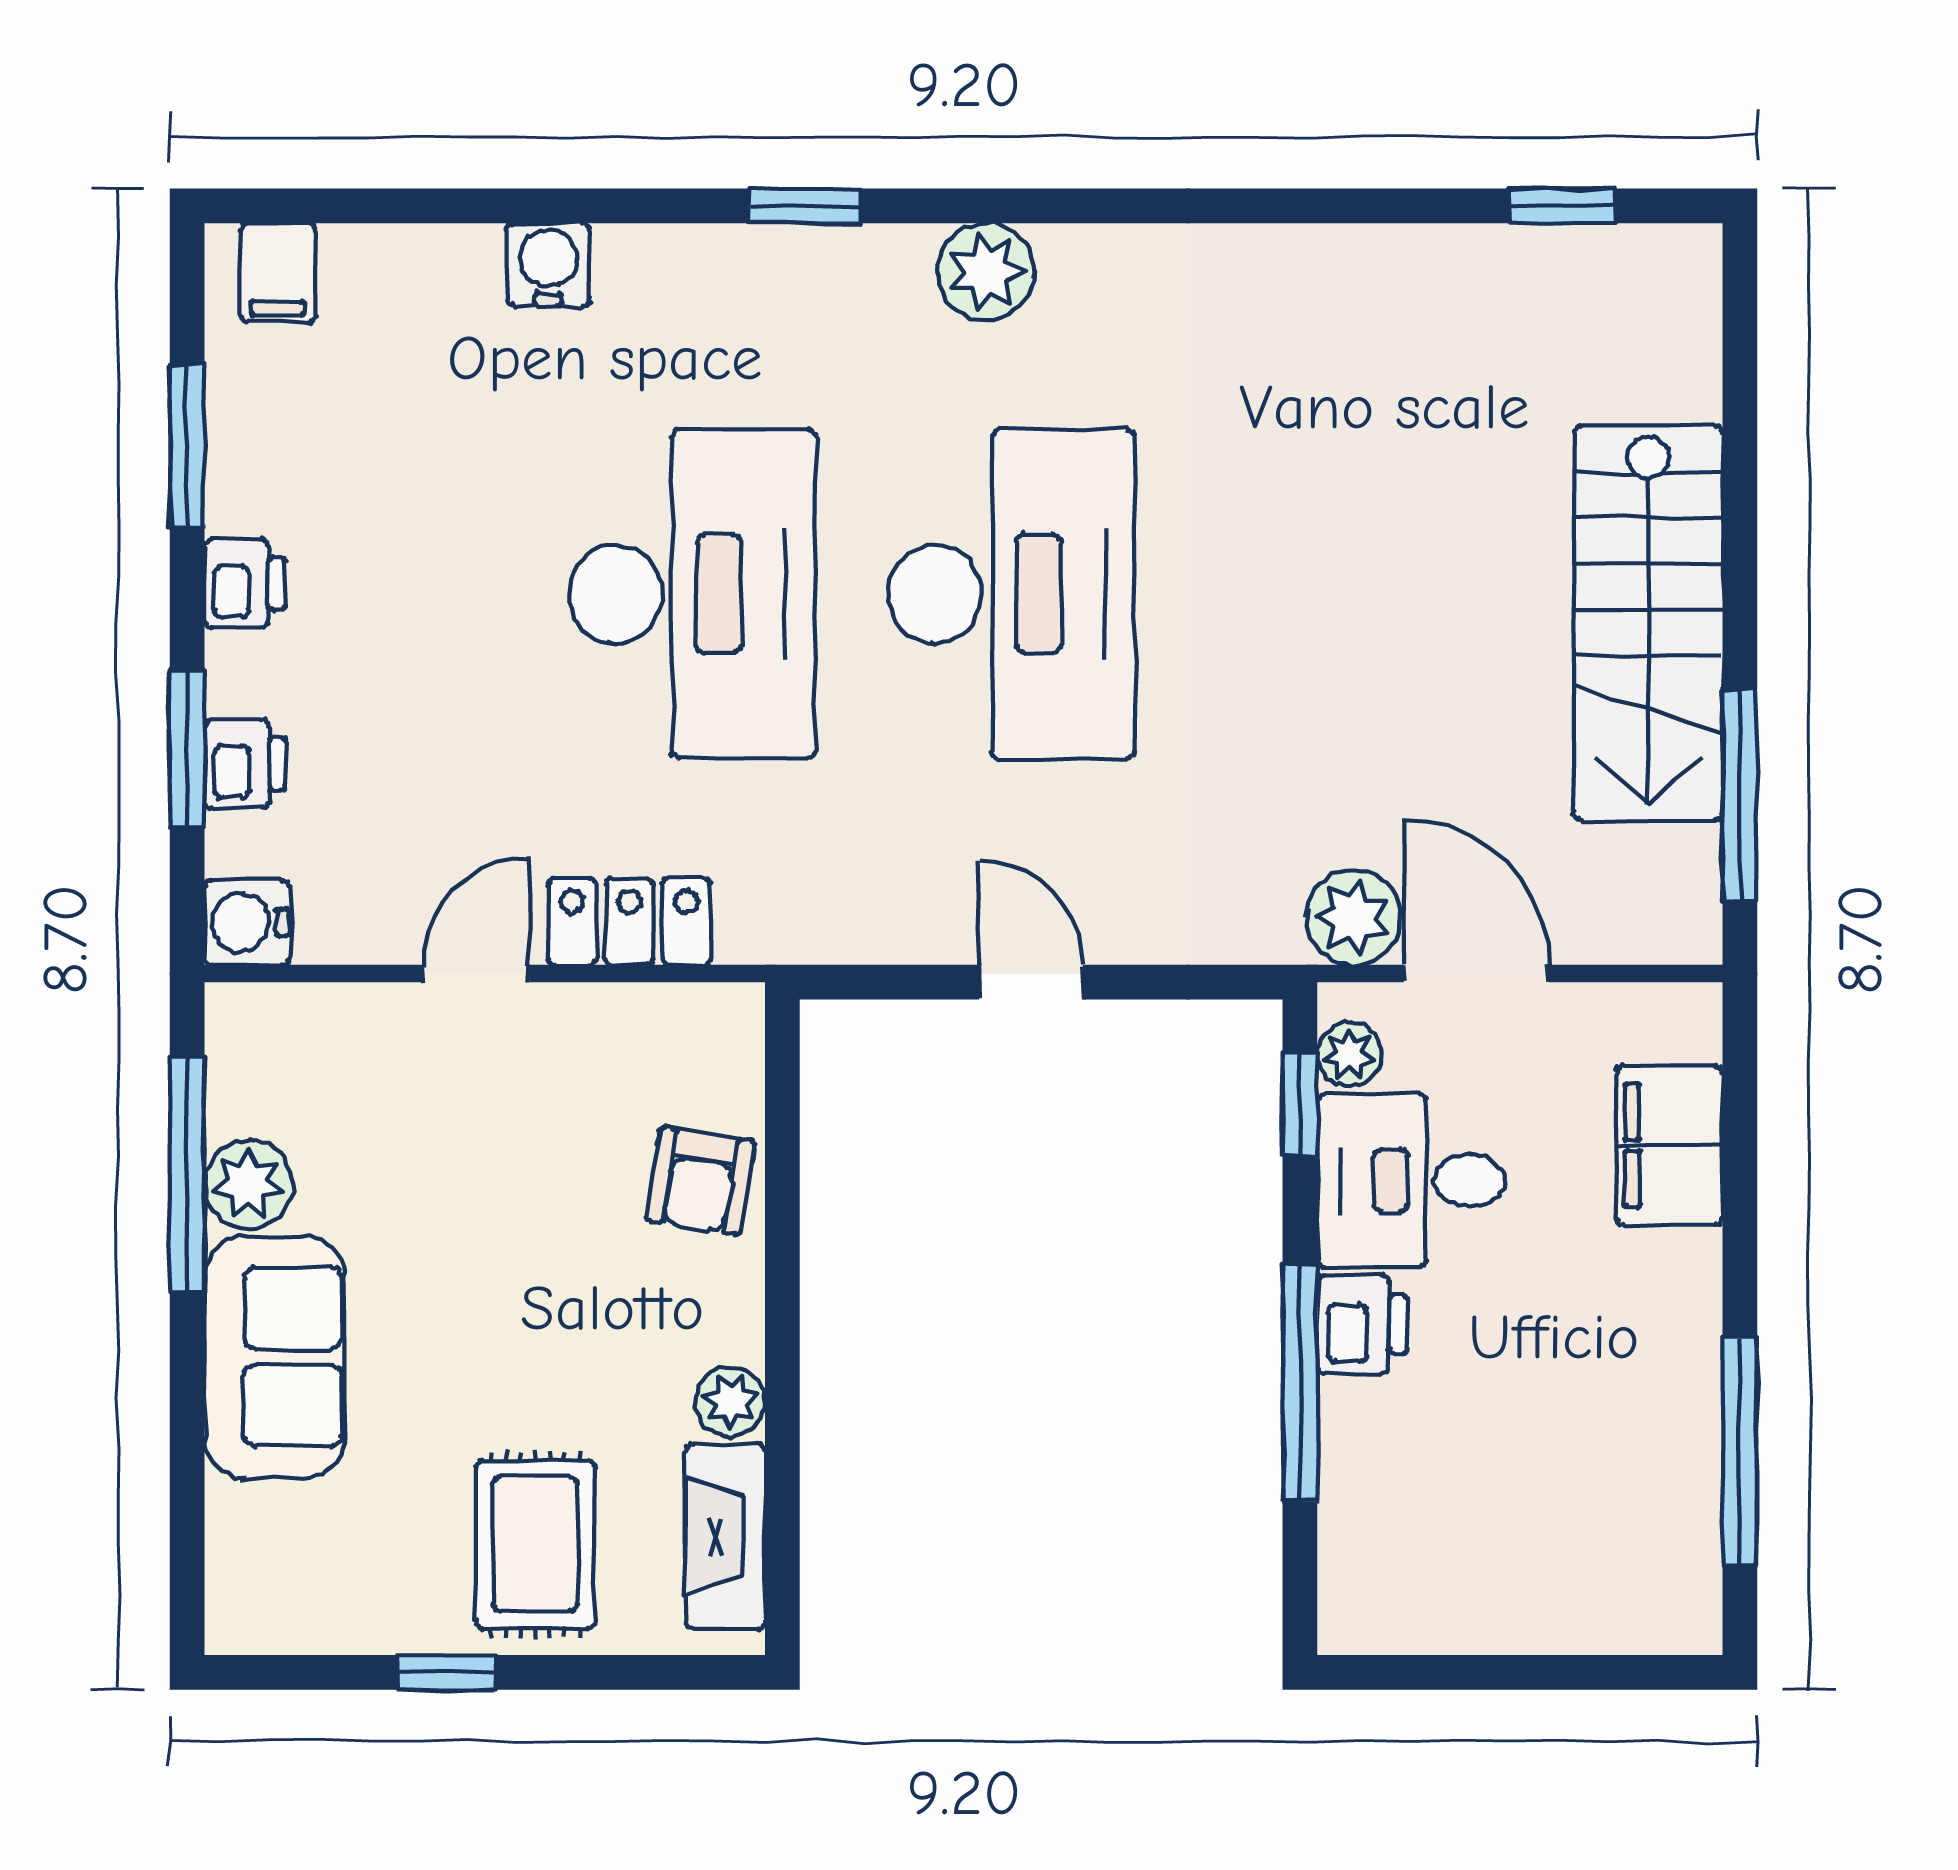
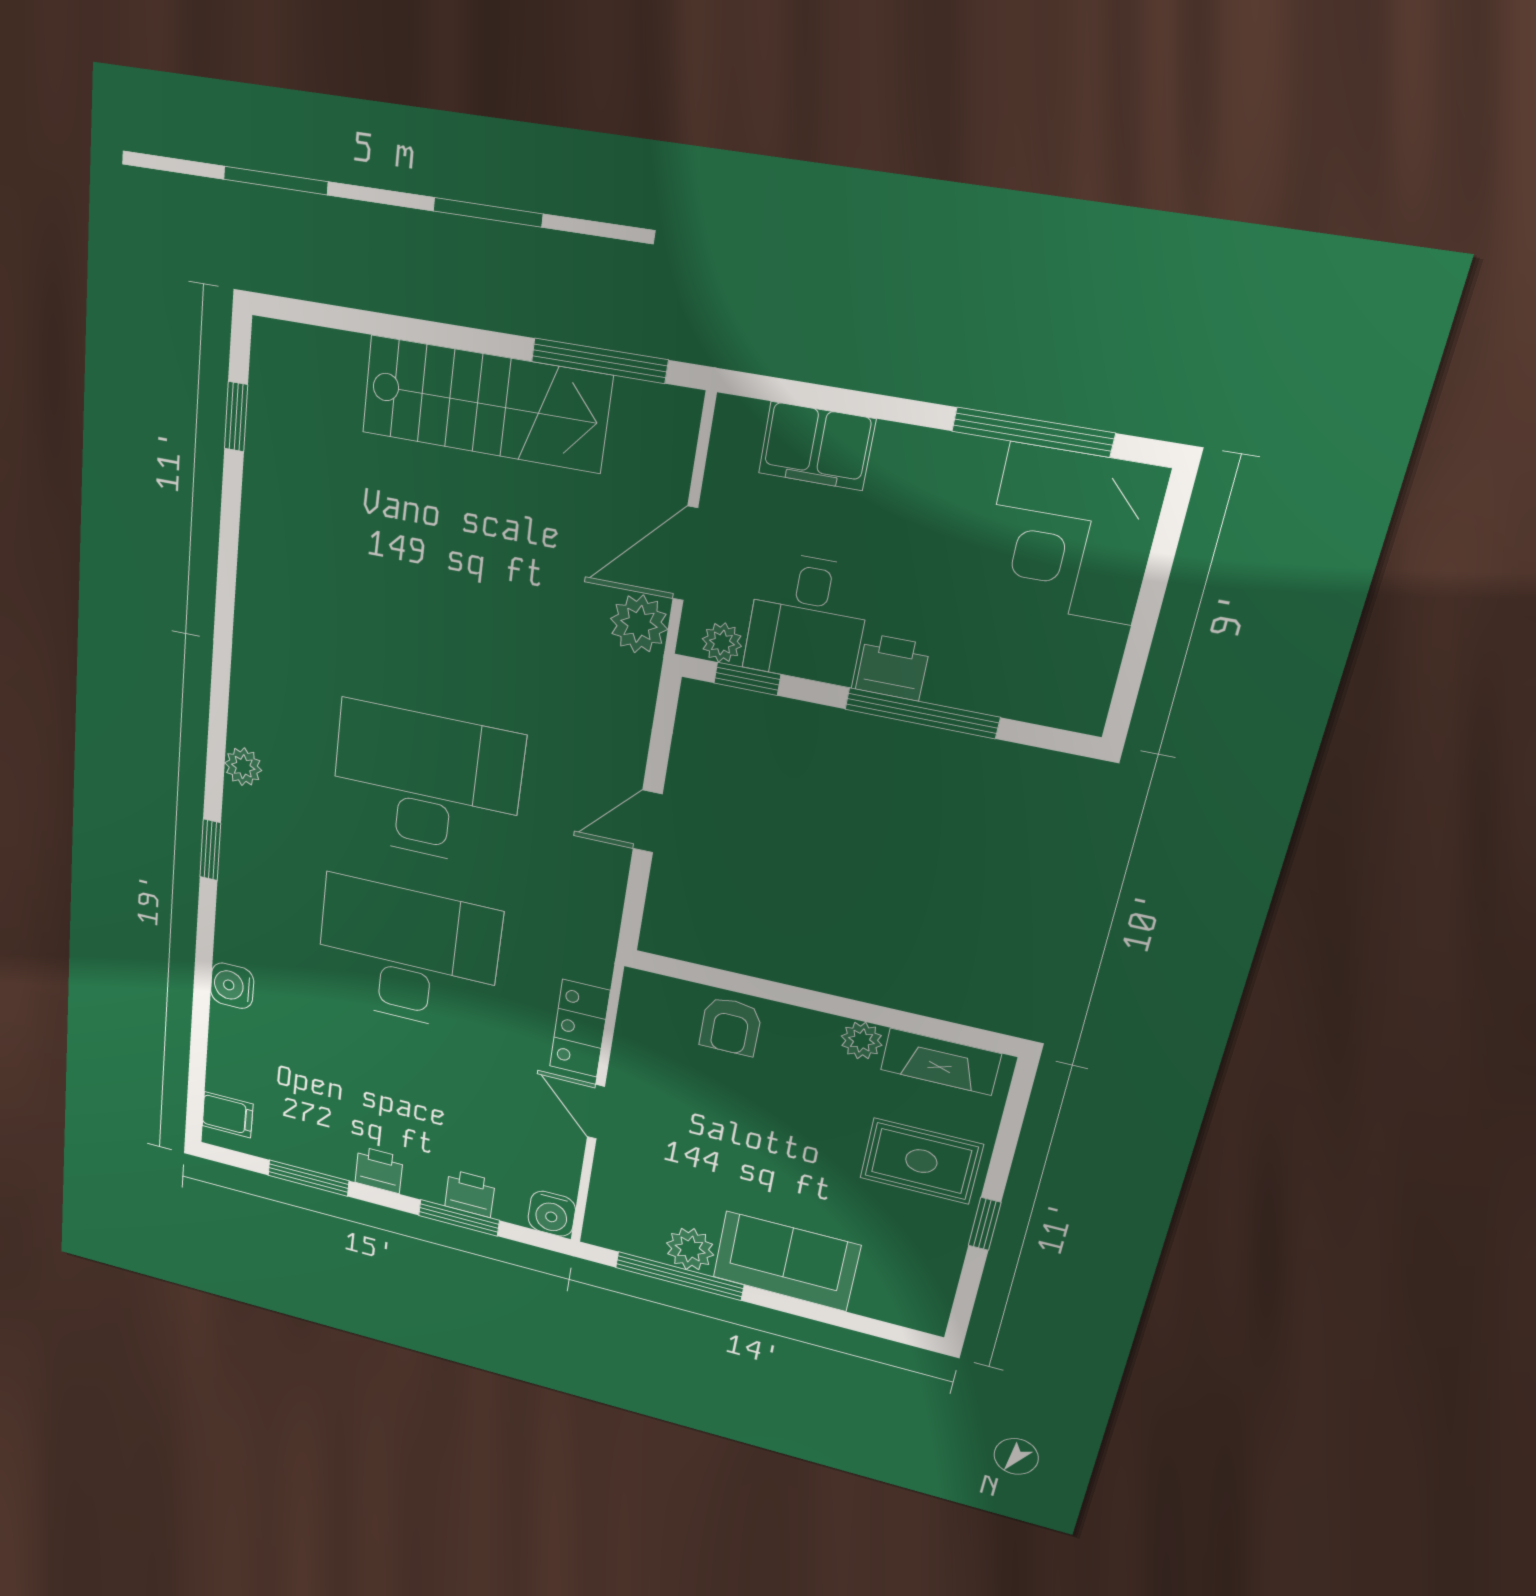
plant: (986, 271) -> (243, 767), width x0.73, depth x0.73
armchair: (700, 1181) -> (731, 1026), turned 81
corner desk: (1607, 1539) -> (1071, 534), added

